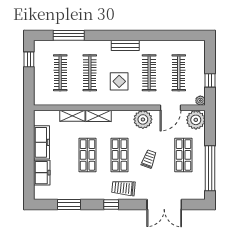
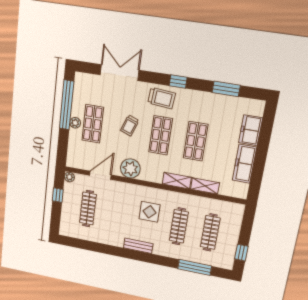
clothes rail: (149, 73) -> (118, 214), removed
plant: (196, 120) -> (75, 123), moved, width x0.53, depth x0.53

